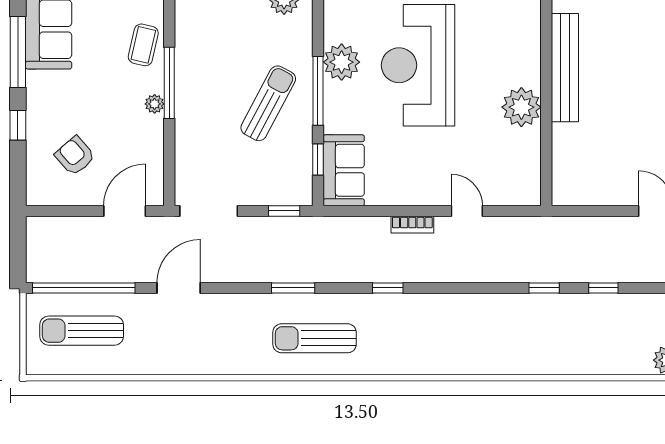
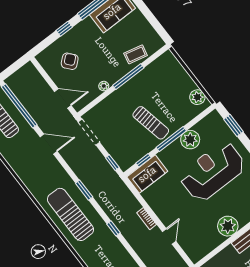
sun lounger: (268, 103) -> (151, 123), turned 50
plant: (155, 104) -> (104, 86), moved
sun lounger: (315, 338) -> (70, 214), width x1.36, depth x1.34

